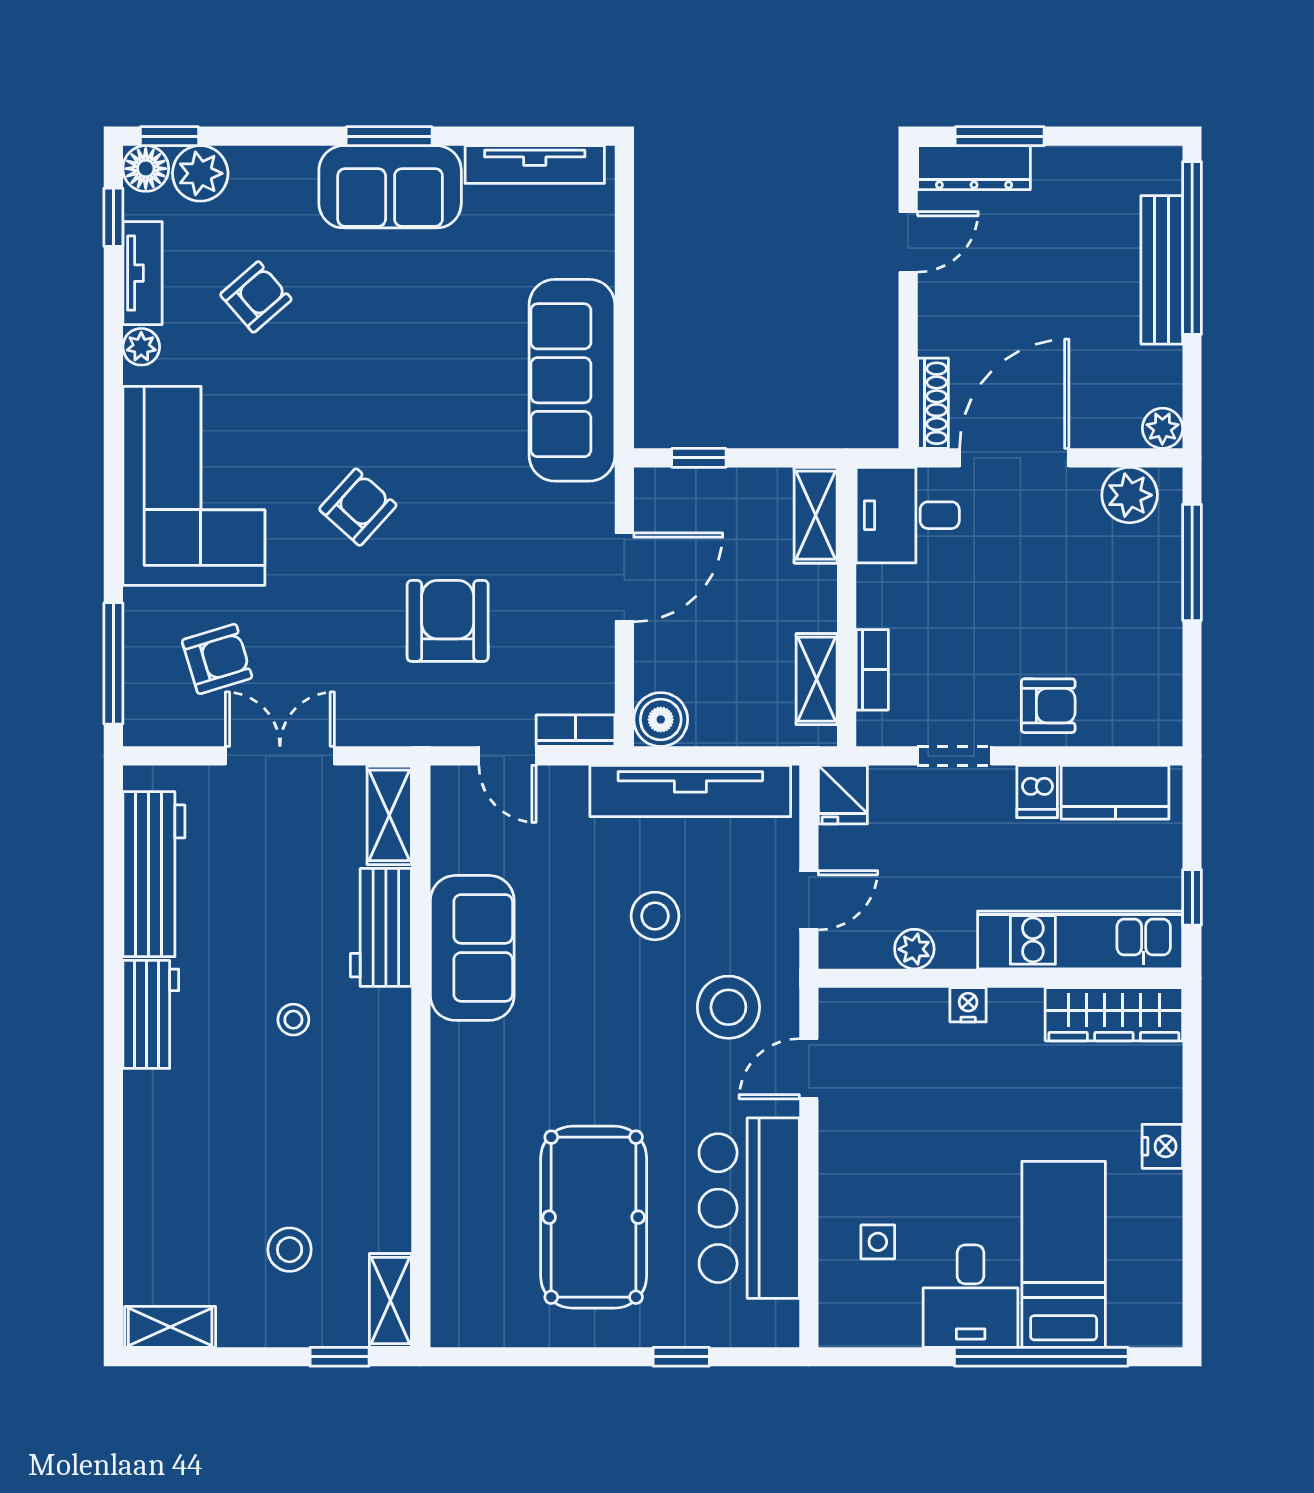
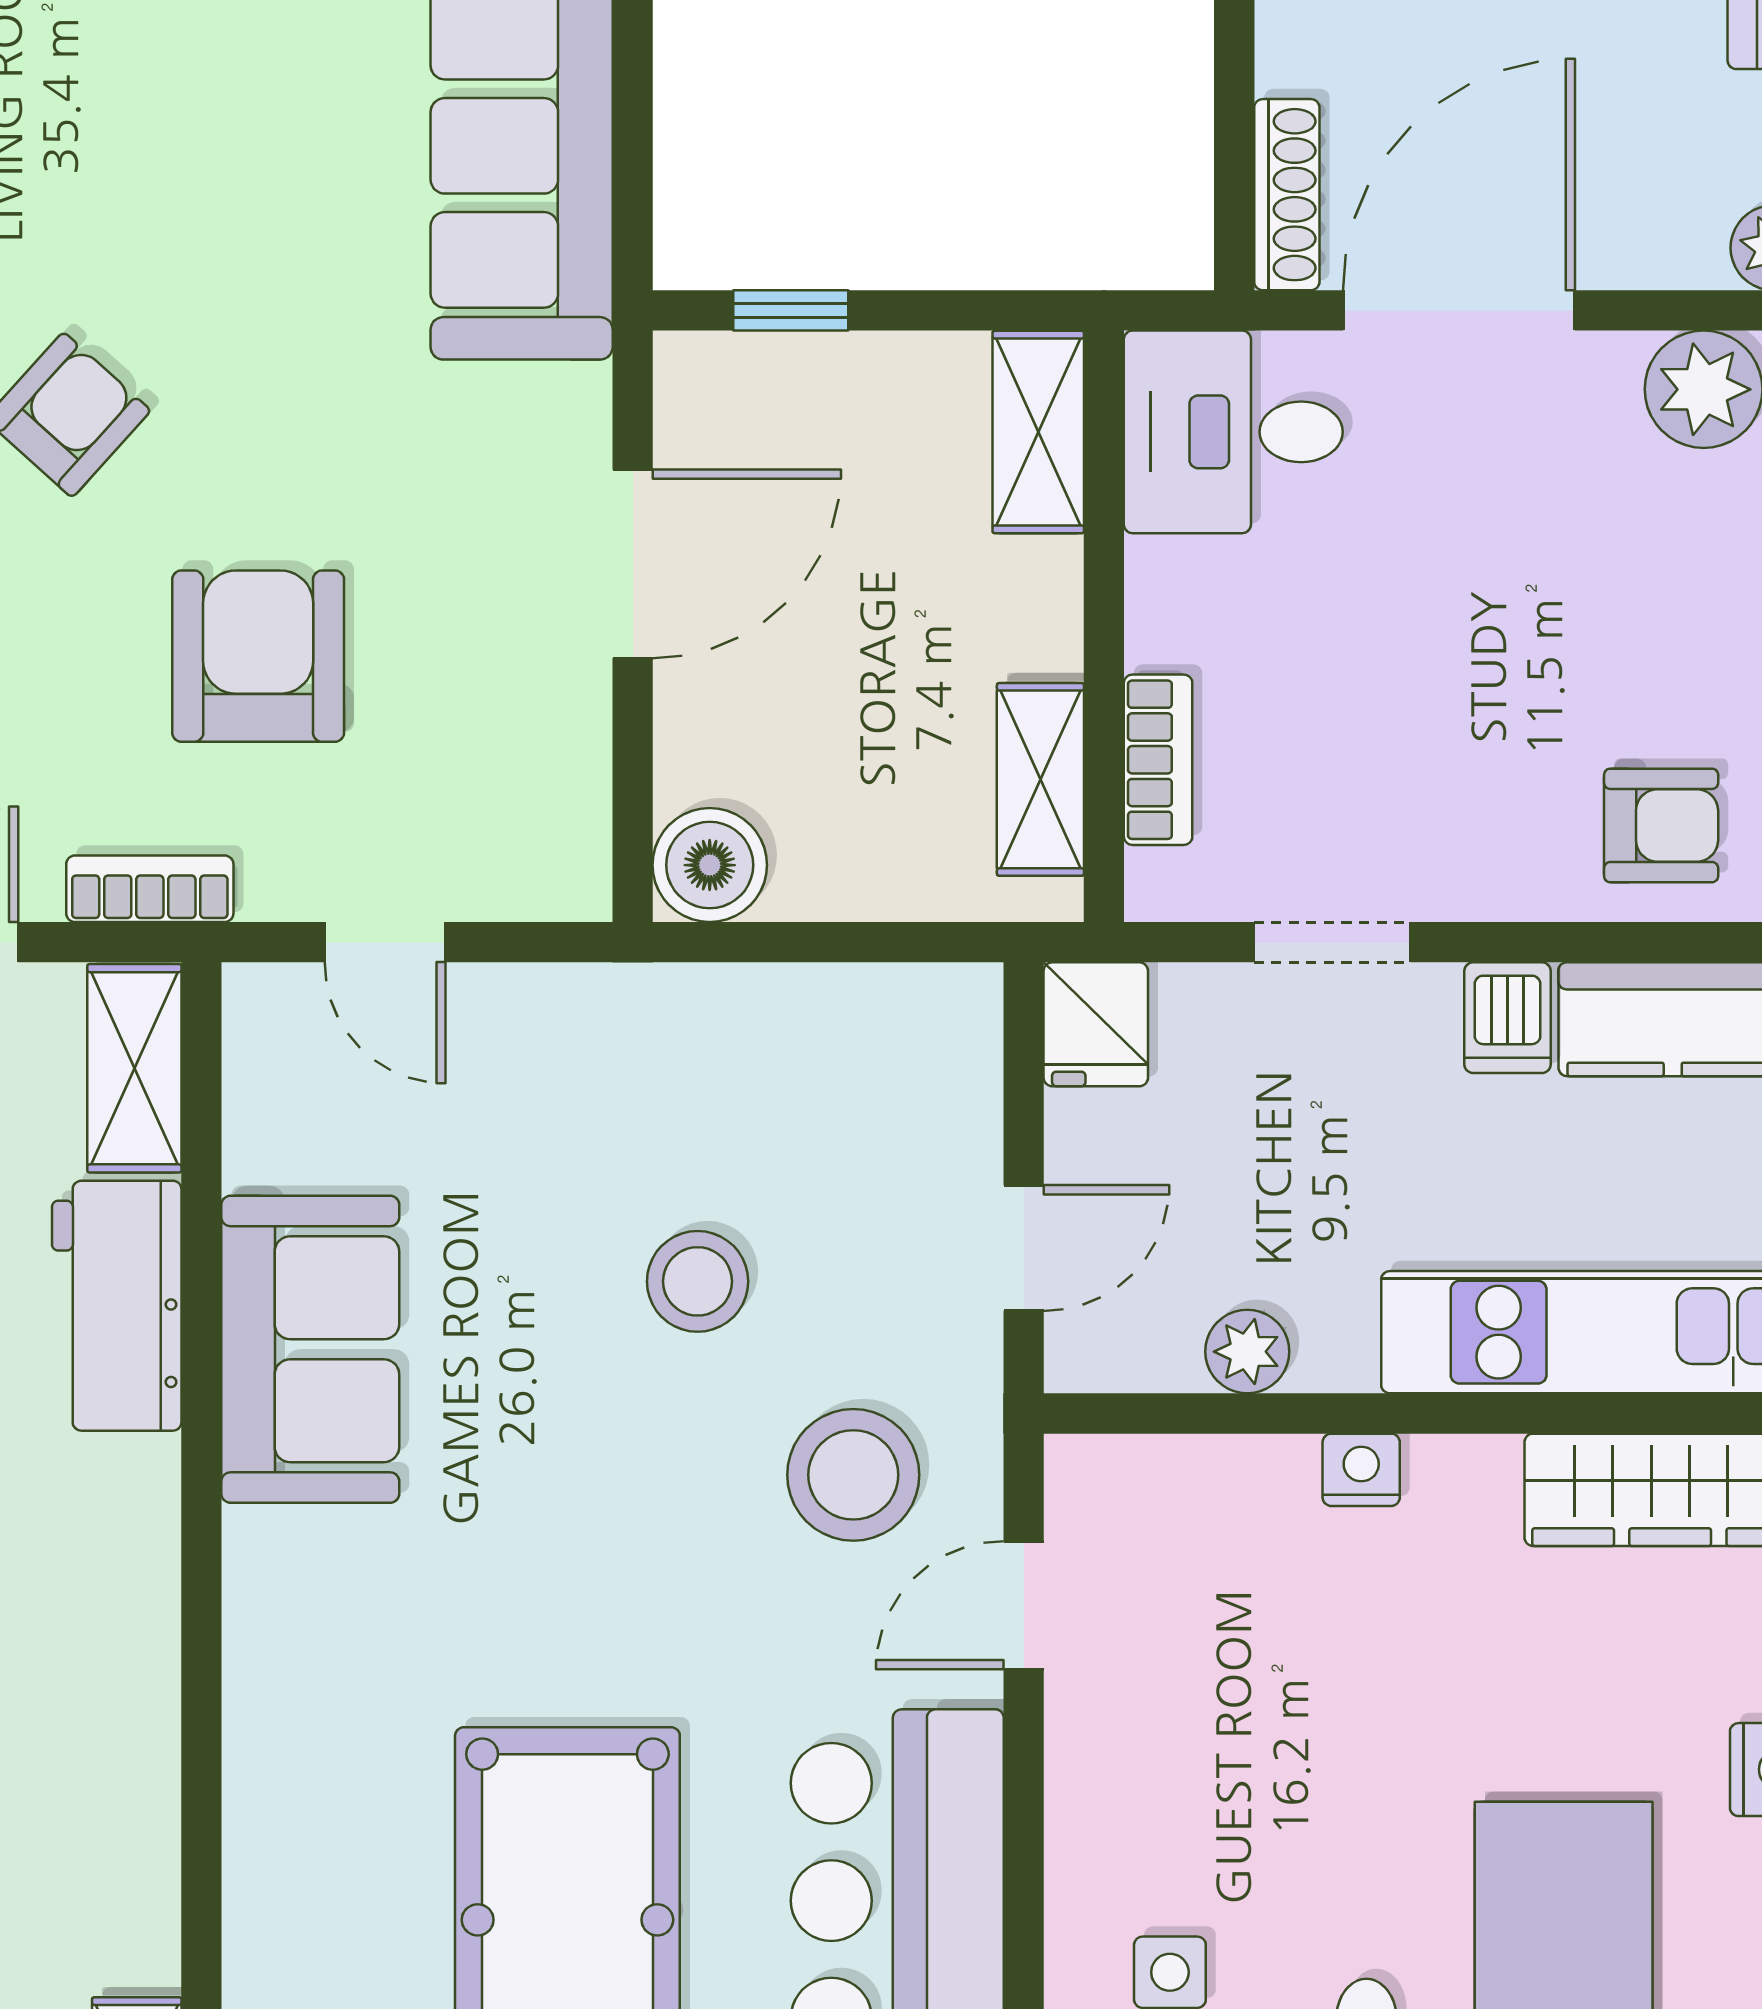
armchair: (1048, 706) -> (1661, 825), moved
bookcase: (575, 731) -> (150, 889), moved
tv unit: (690, 791) -> (772, 1017), removed

